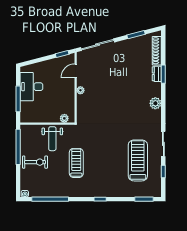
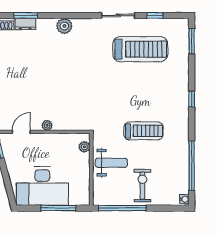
door: (76, 71) -> (21, 132), swing flipped
desk: (31, 87) -> (42, 186), width x1.36, depth x1.30
treadmill: (138, 160) -> (140, 49), turned 180
treadmill: (76, 163) -> (144, 131), turned 180

